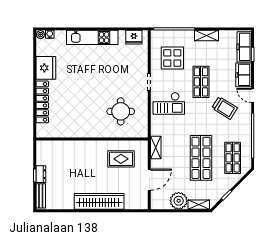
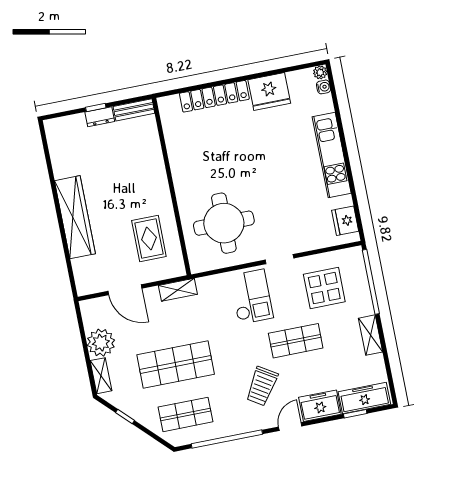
checkout: (169, 103) -> (251, 297), turned 180
round table: (121, 111) -> (224, 223), width x1.36, depth x1.36
bench: (41, 196) -> (134, 110), moved

